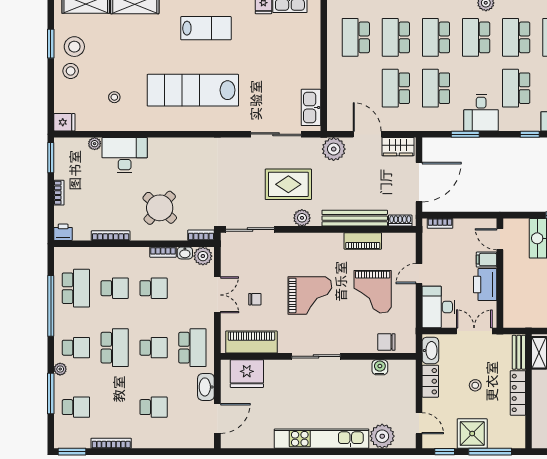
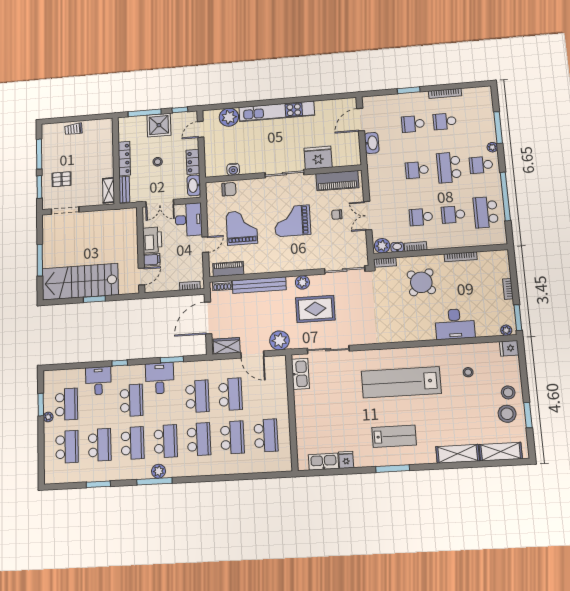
lab bench: (206, 28) -> (394, 436), turned 180
lab bench: (193, 90) -> (401, 382), turned 180
plant: (95, 144) -> (506, 330), moved
printer: (63, 232) -> (501, 257), removed
door: (500, 239) -> (141, 276), hinge flipped
piano: (363, 241) -> (228, 269), moved
school desk: (192, 348) -> (385, 173), removed
fridge: (247, 374) -> (318, 158), moved
school desk: (76, 407) -> (445, 121), moved
door: (419, 423) -> (201, 129), hinge flipped
window: (72, 452) -> (409, 90), moved

